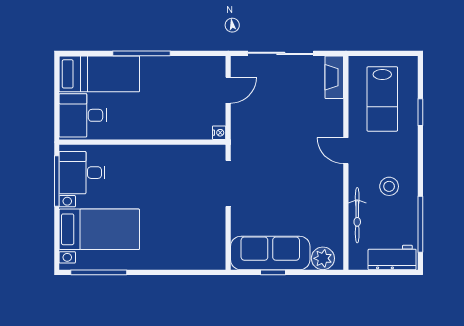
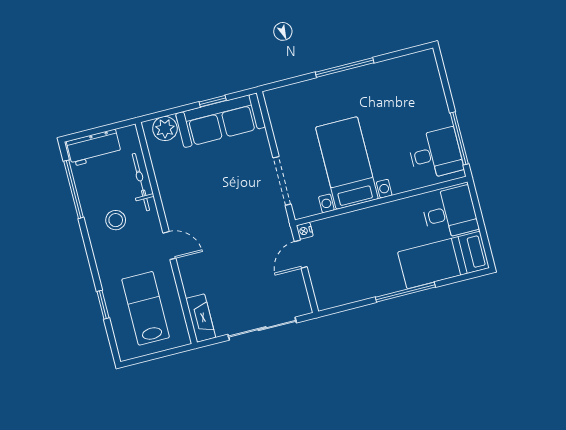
door: (228, 90) -> (301, 254), moved
bed with nightstands: (99, 229) -> (347, 163), moved, turned 90
window: (99, 272) -> (345, 68), moved

